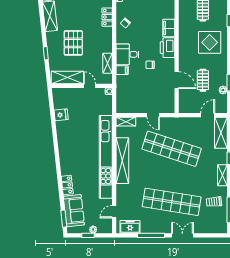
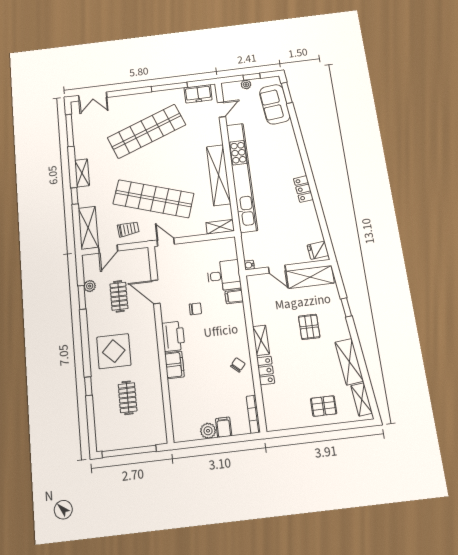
pallet: (73, 43) -> (309, 327), width x0.67, depth x0.71
desk: (127, 54) -> (224, 275), moved
shelving: (107, 63) -> (261, 340), moved
fridge: (61, 115) -> (318, 250), moved
door: (153, 115) -> (166, 242), moved
locker: (67, 185) -> (303, 189), moved
shop shelf: (172, 202) -> (147, 131), turned -30
trolley: (214, 202) -> (128, 229), moved
double door: (182, 235) -> (93, 96), moved

